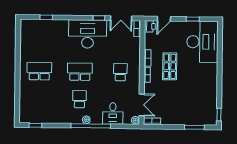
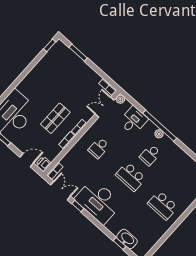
washbasin: (44, 25) -> (127, 239), added

